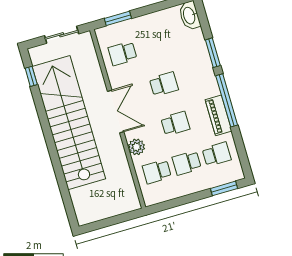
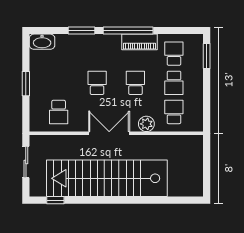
window: (118, 18) -> (26, 84), moved
school desk: (157, 172) -> (174, 112), turned 180

